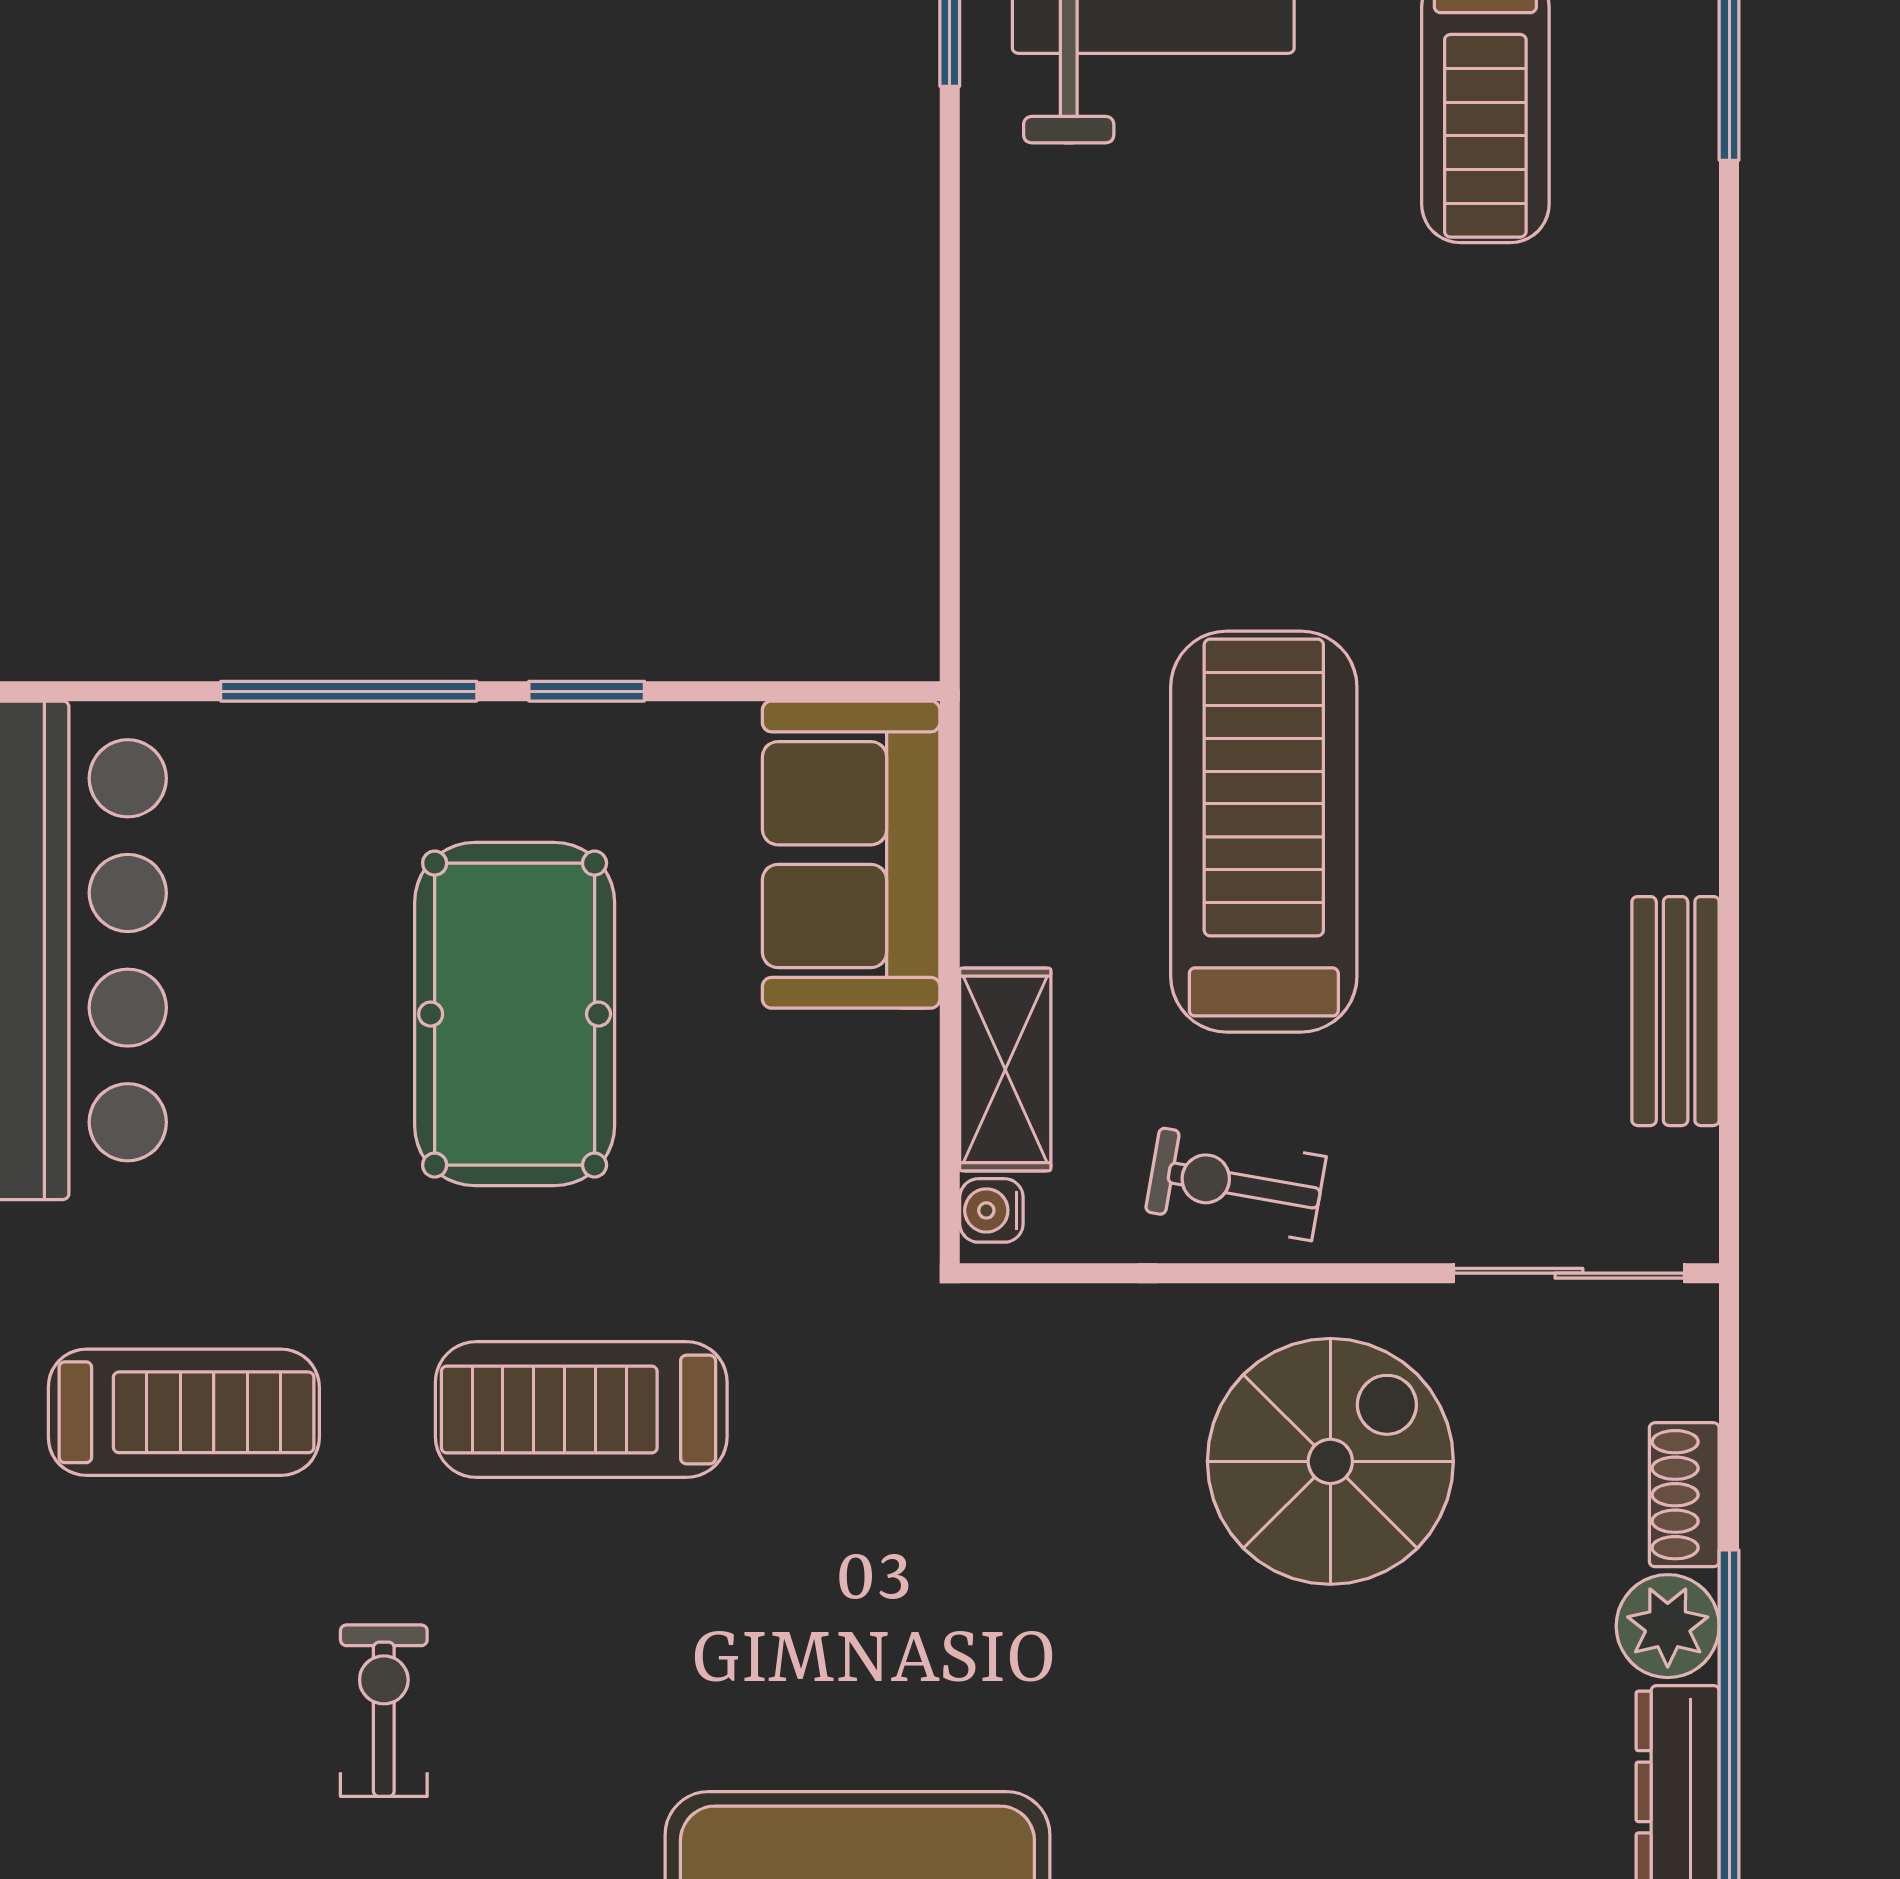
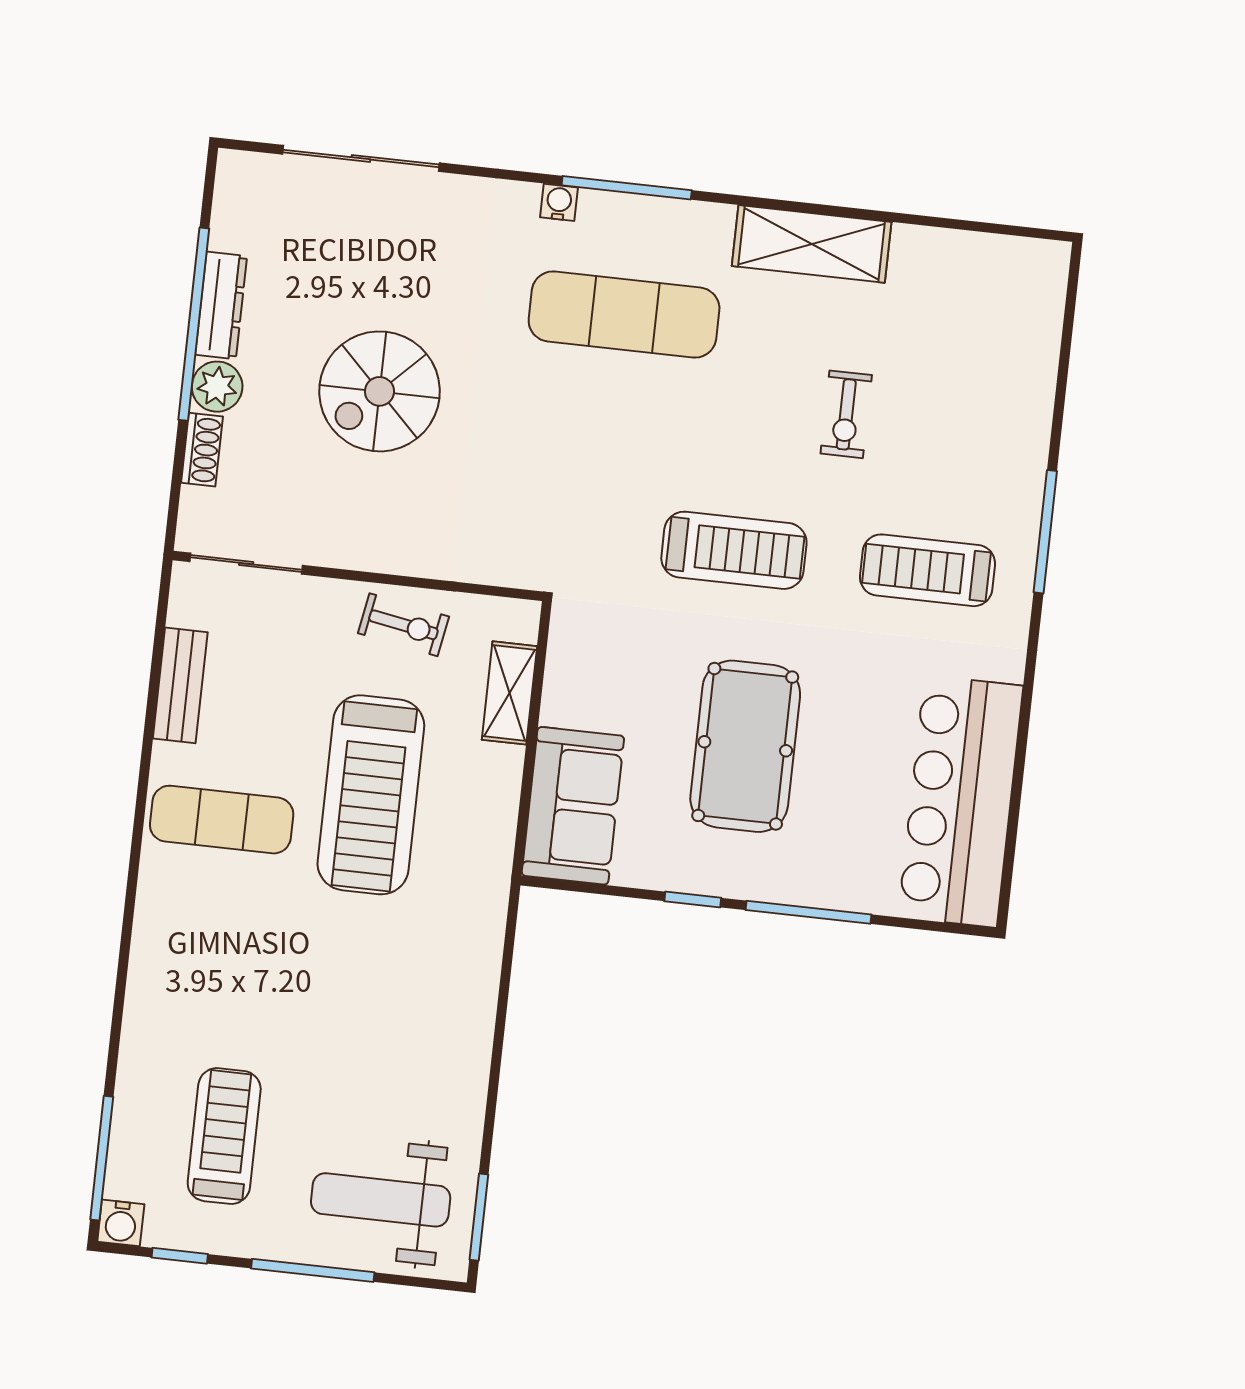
exercise mat: (1562, 748) -> (222, 820), added
water cooler: (991, 1210) -> (524, 625), removed
spiral stairs: (1330, 1461) -> (379, 391), moved

